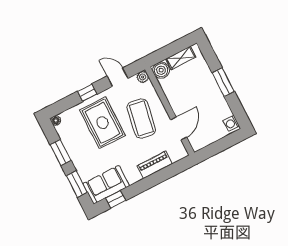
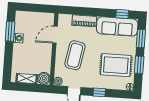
window: (223, 82) -> (10, 31), moved
rug: (103, 123) -> (116, 65), moved, turned 90
washing machine: (231, 123) -> (18, 38), moved
sofa: (106, 185) -> (117, 26), width x1.36

